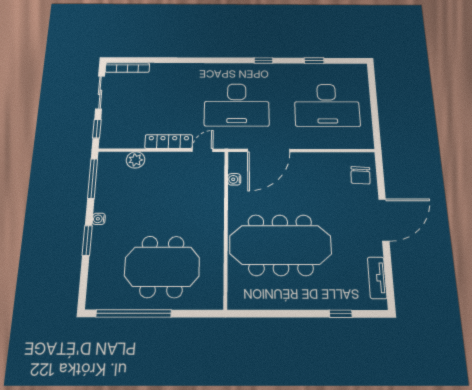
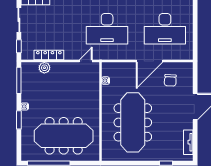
locker: (169, 142) -> (49, 55), moved
door: (269, 150) -> (149, 61), moved
chair: (360, 175) -> (170, 80), moved
meeting table: (280, 245) -> (133, 122), turned 90
meeting table: (162, 267) -> (64, 136), width x1.36

